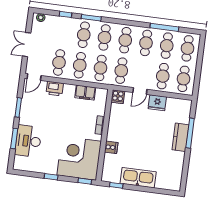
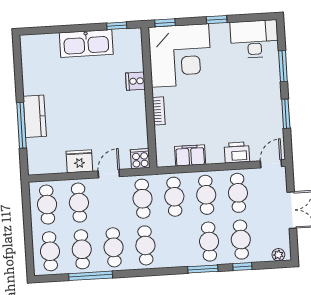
cafe table: (105, 37) -> (241, 240), moved
desk: (28, 141) -> (254, 39), moved, turned -90

